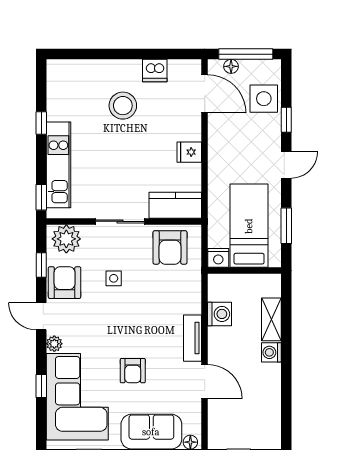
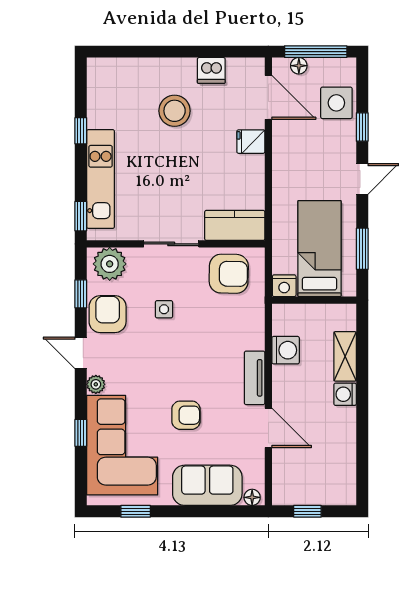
fridge: (189, 152) -> (251, 142), moved
armchair: (170, 247) -> (229, 274), turned -89
armchair: (133, 371) -> (186, 415), turned -90

